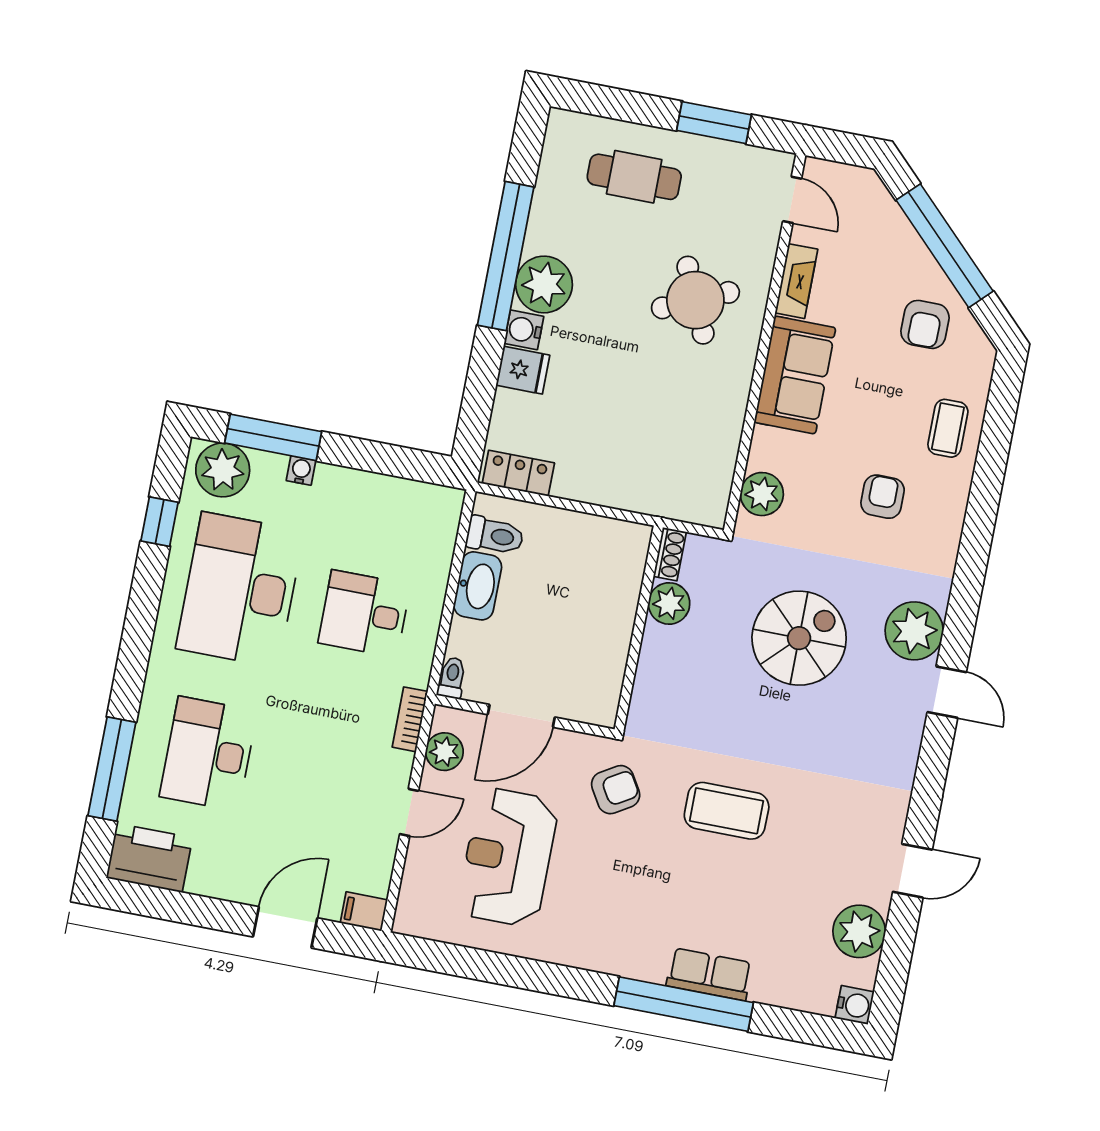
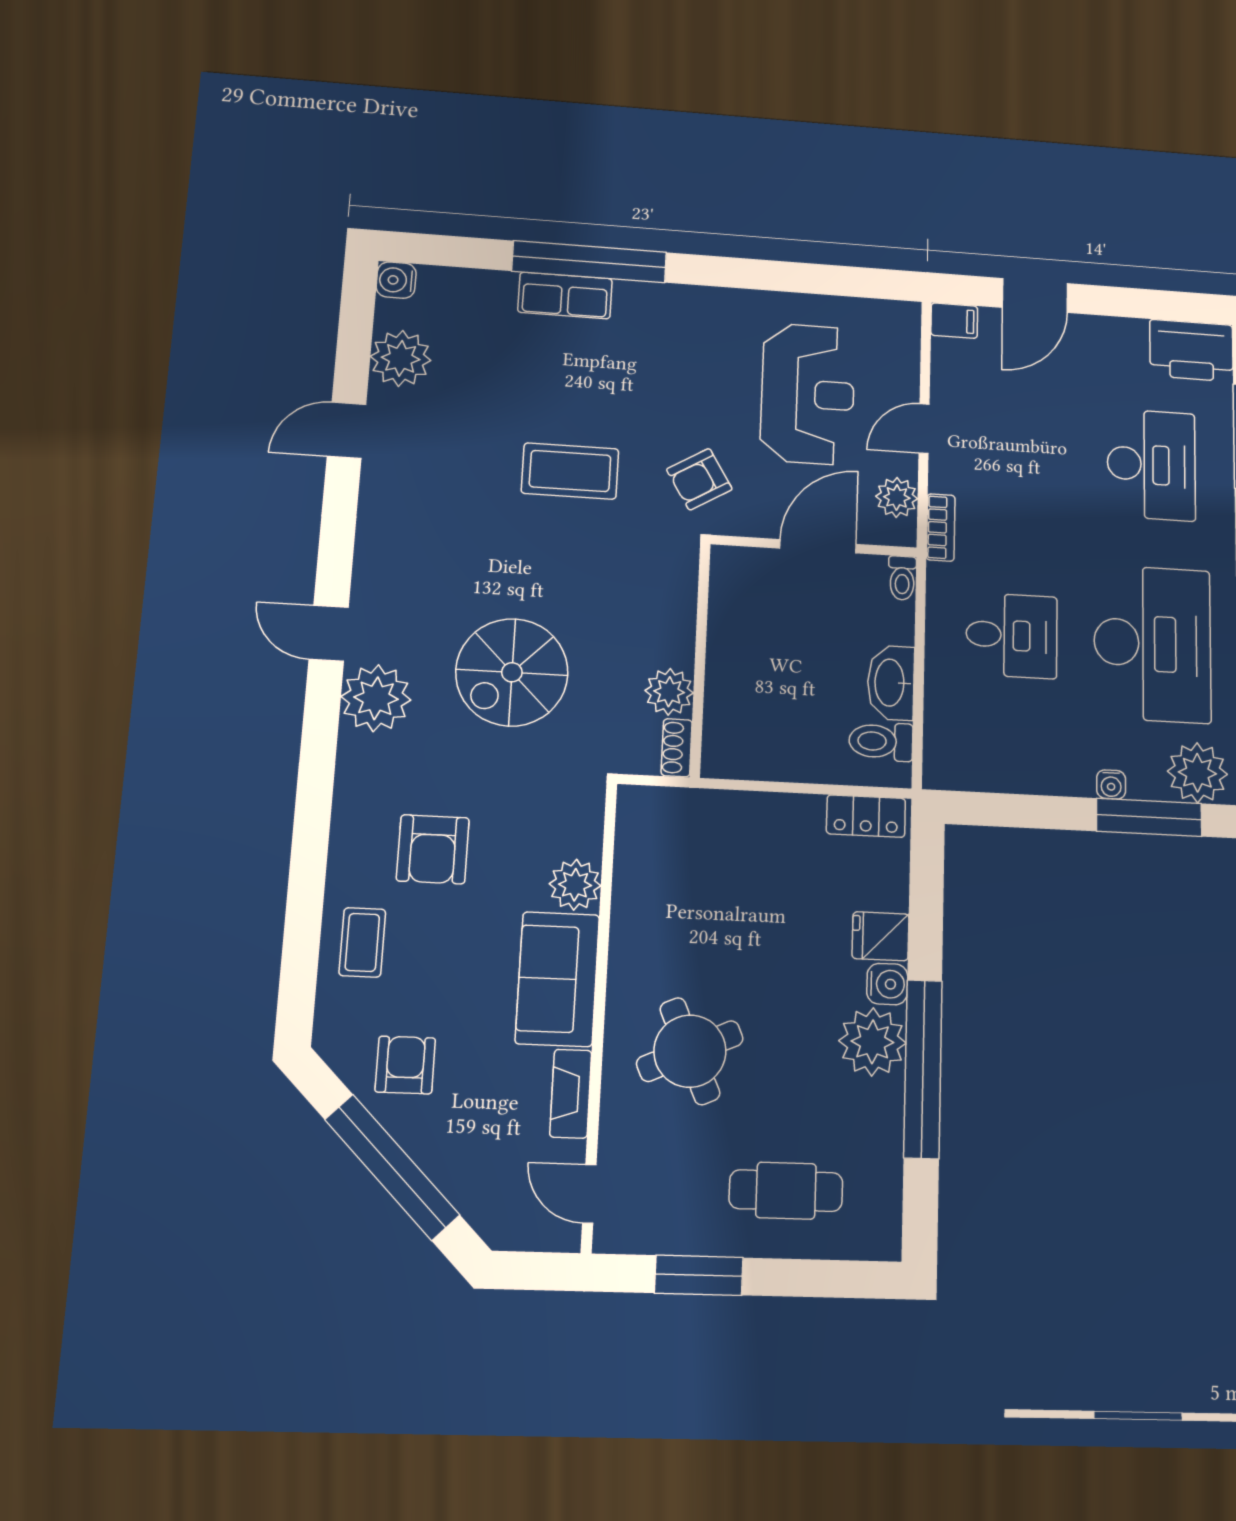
plant: (762, 494) -> (575, 885), moved
armchair: (883, 497) -> (433, 849), width x1.38, depth x1.38

